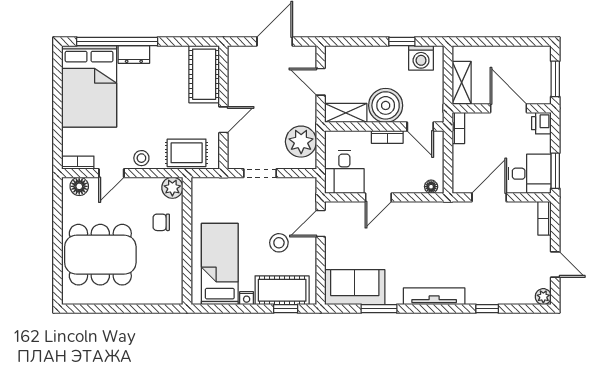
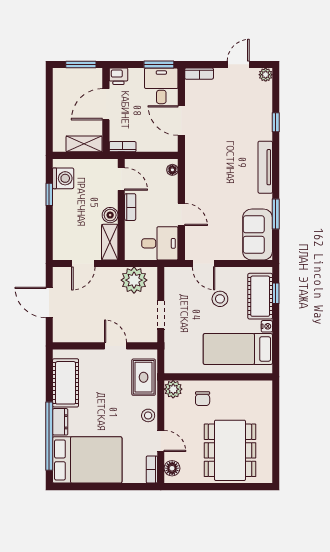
cot: (204, 74) -> (66, 383), moved, turned 90
boiler: (386, 105) -> (110, 215), width x0.54, depth x0.54
door: (420, 127) -> (121, 179), hinge flipped

